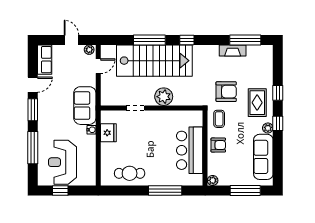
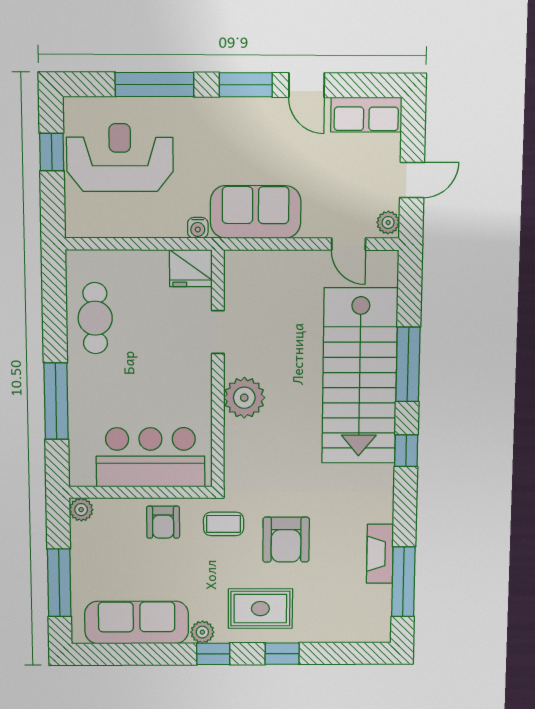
plant: (164, 97) -> (244, 398), moved
doorway: (135, 108) -> (218, 332), moved
wall: (152, 108) -> (218, 370), moved

